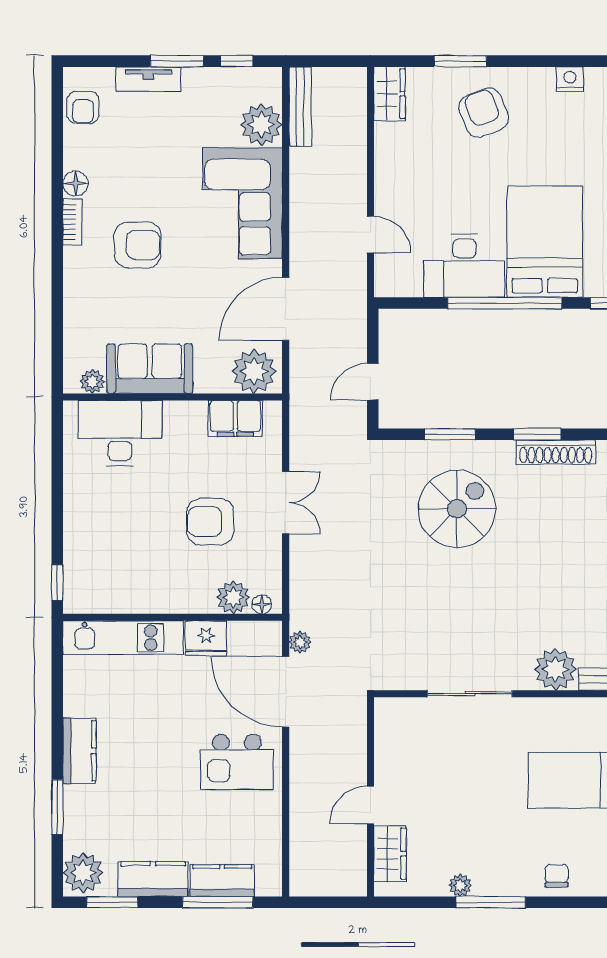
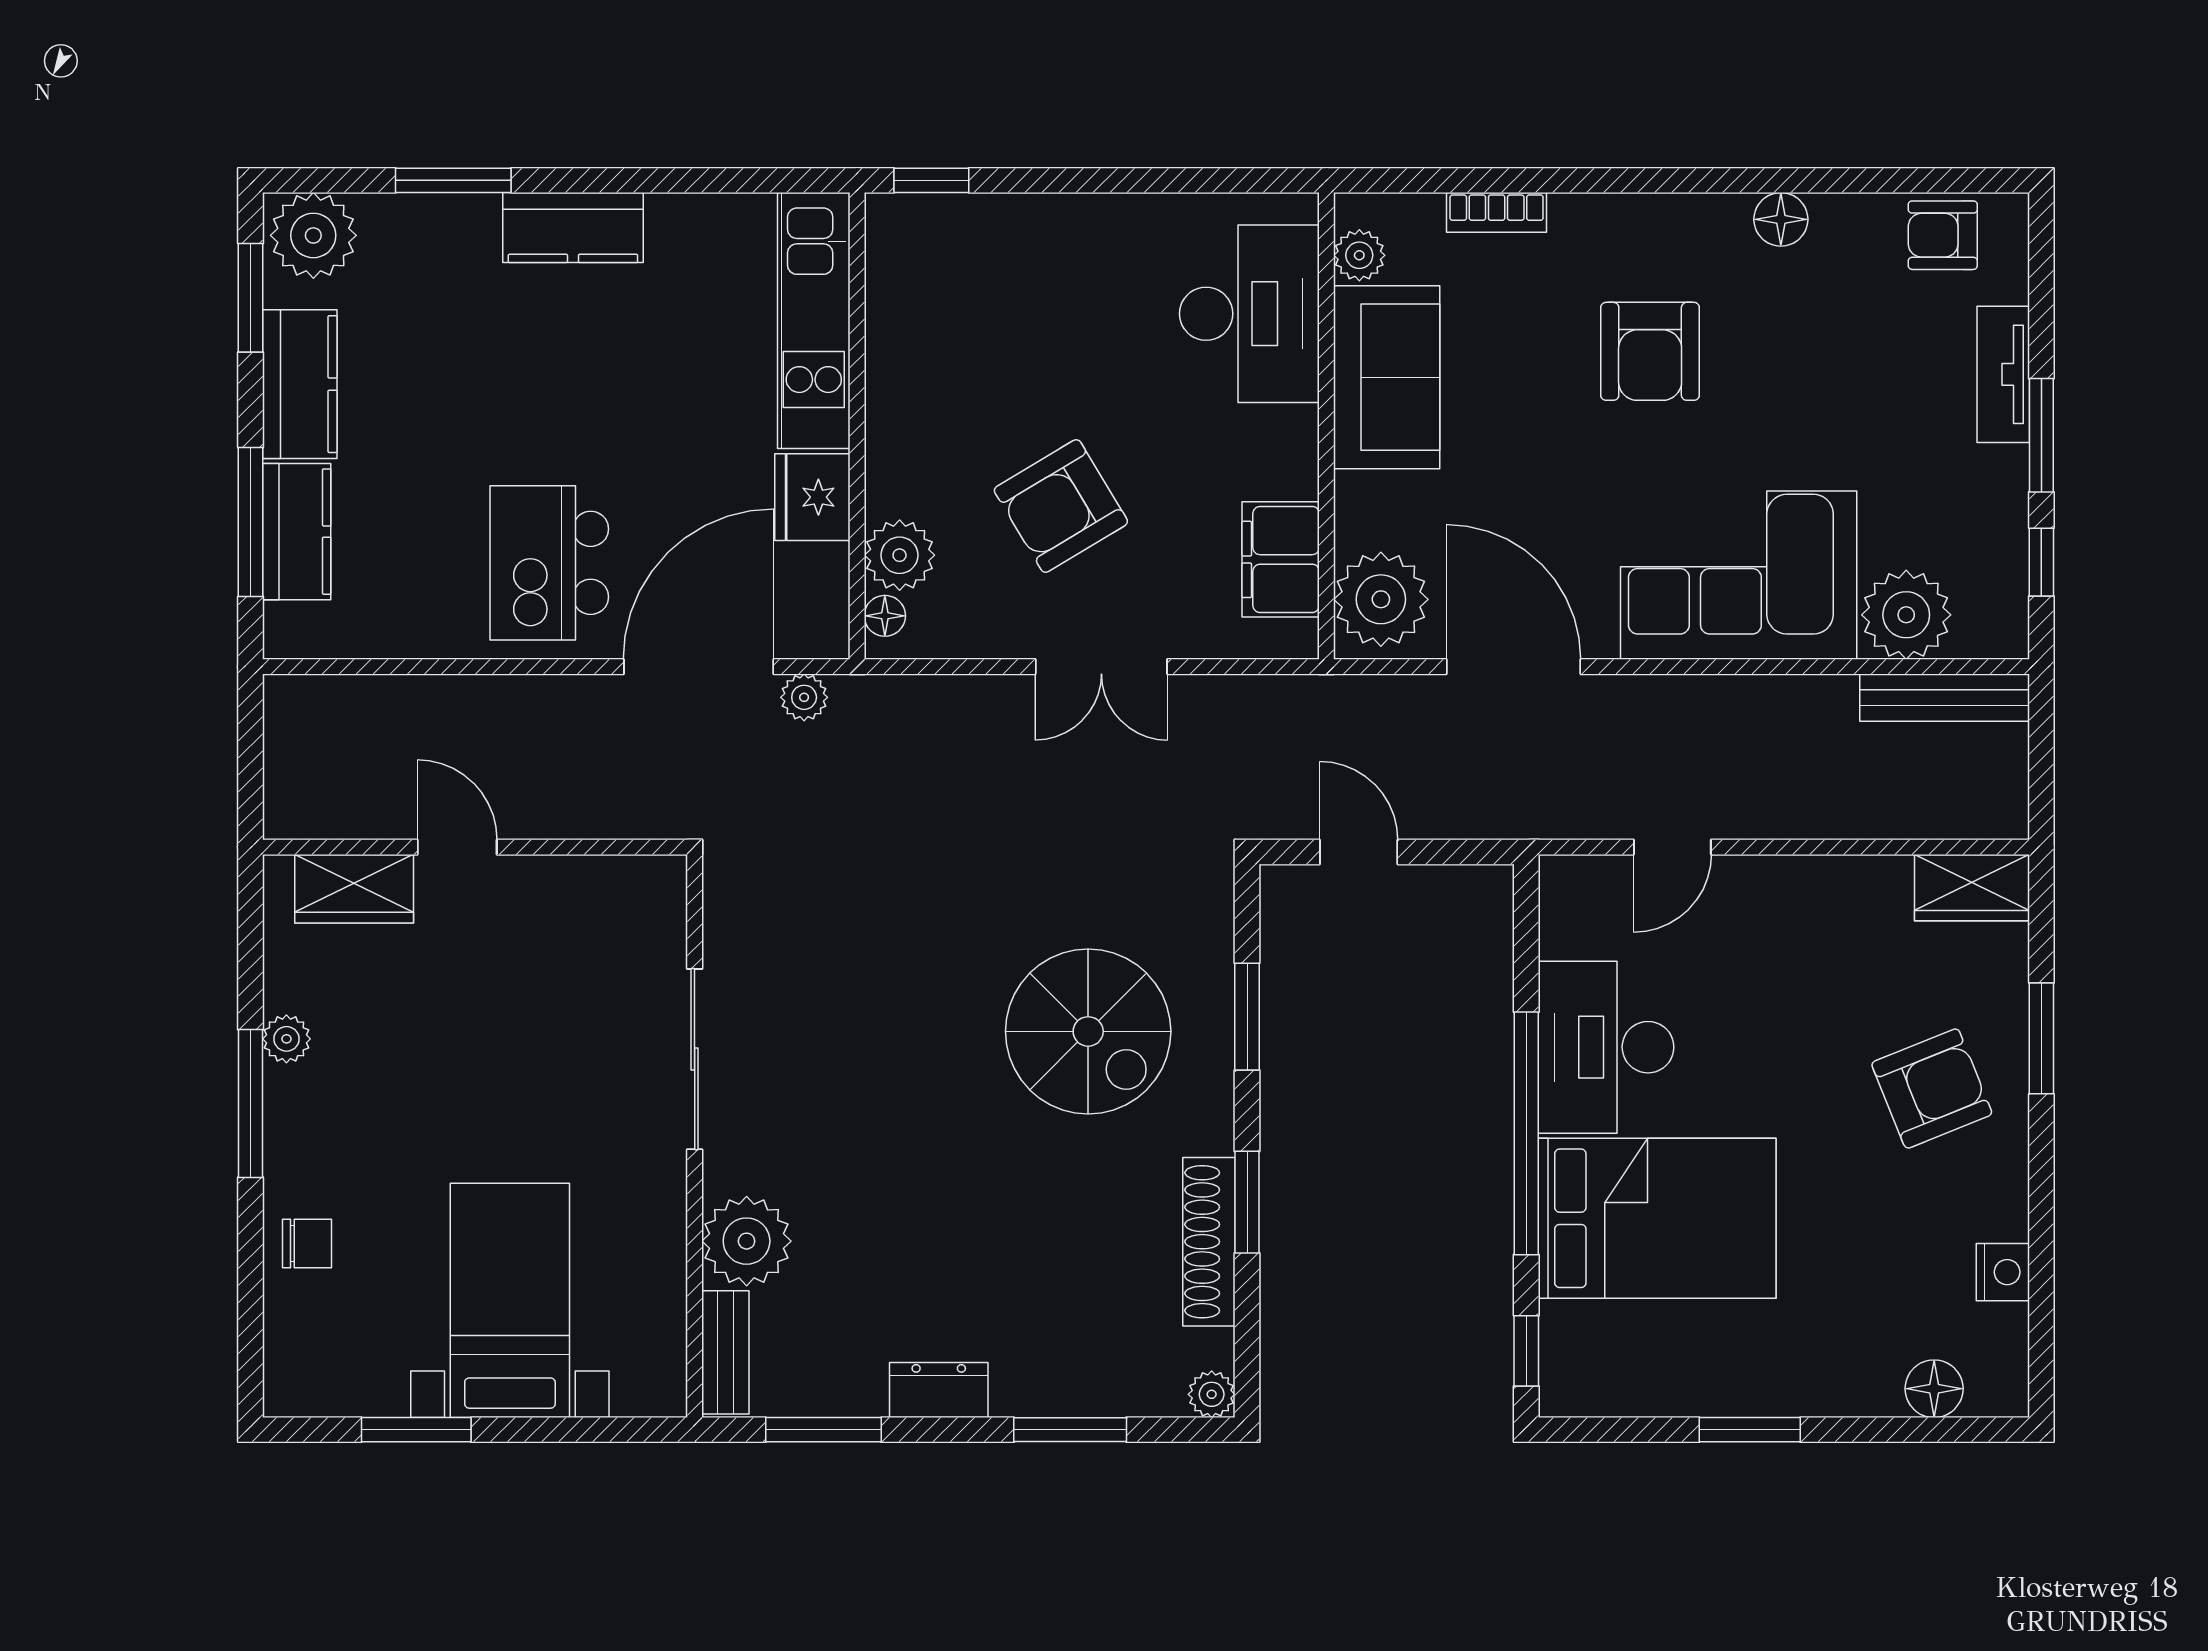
bookcase: (72, 222) -> (1497, 212), moved
armchair: (210, 522) -> (1061, 506), turned -121

